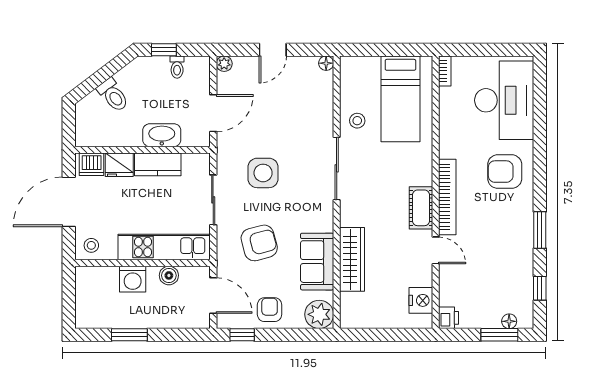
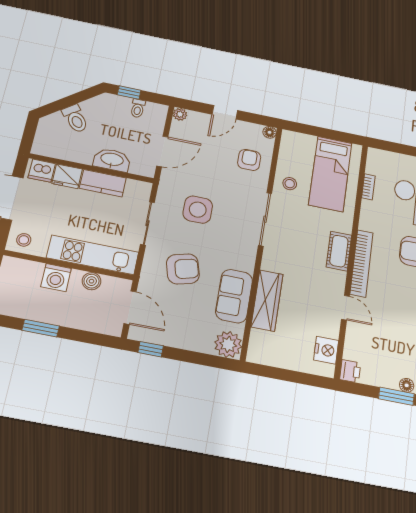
bookcase: (445, 71) -> (368, 187), moved
cot: (421, 208) -> (339, 251), moved
armchair: (270, 310) -> (249, 160), moved

